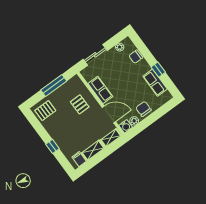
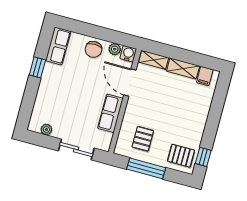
chair: (136, 57) -> (43, 103), removed
row of seats: (155, 83) -> (58, 46), moved
pallet: (80, 104) -> (143, 139), moved
window: (52, 146) -> (203, 157), moved

